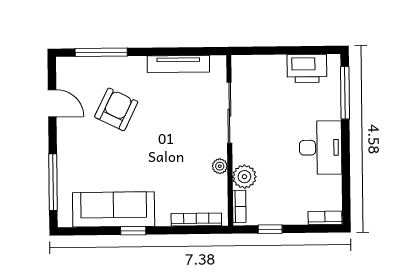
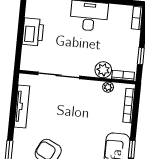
printer: (307, 68) -> (33, 32), moved
plant: (220, 166) -> (108, 87), moved

